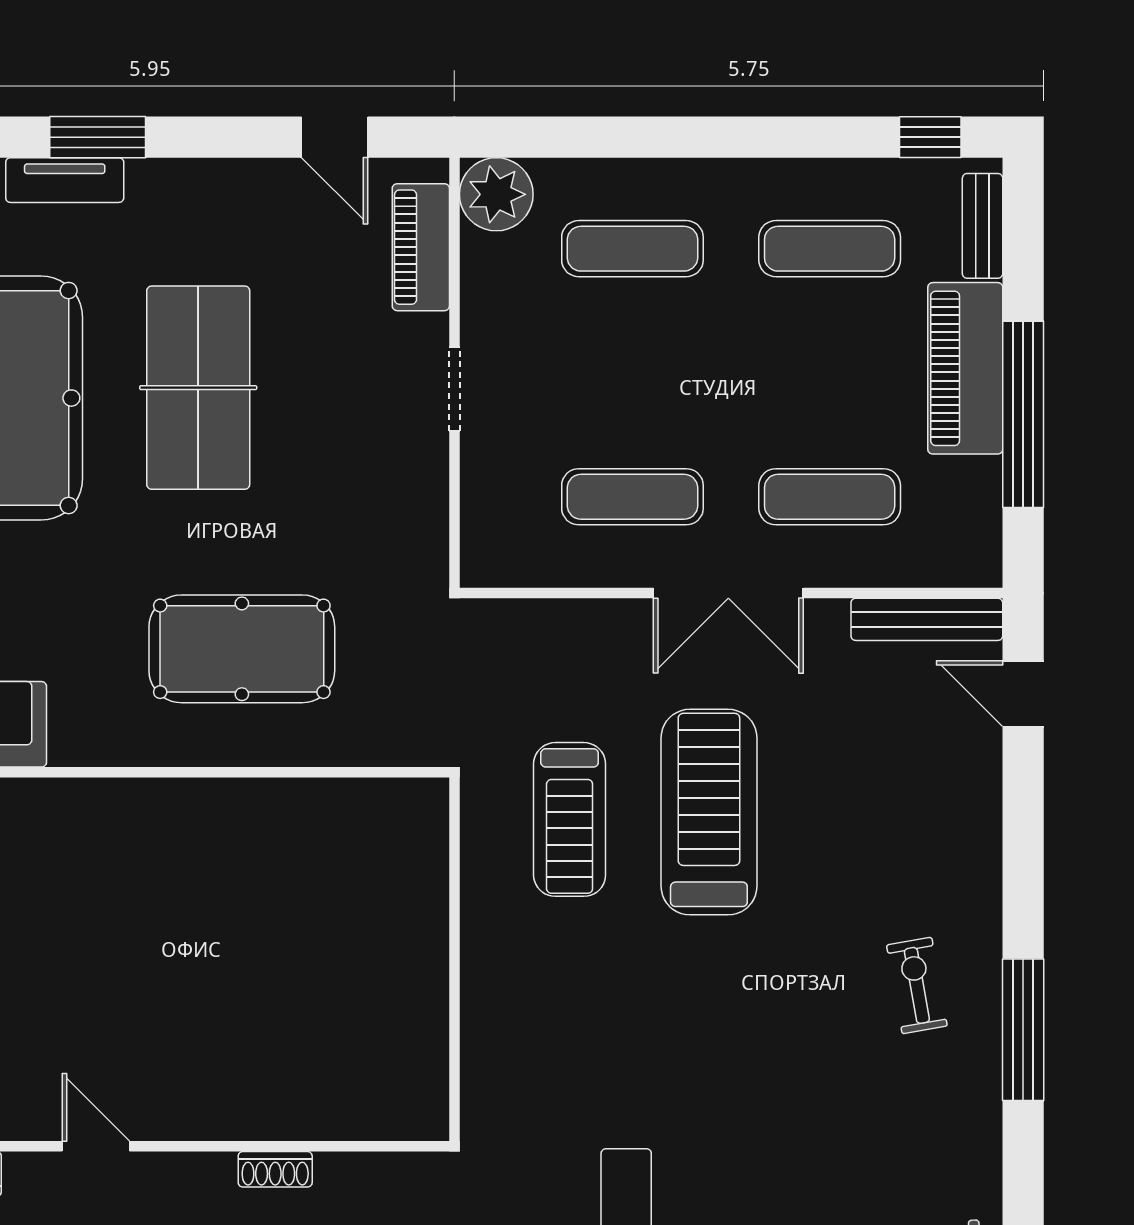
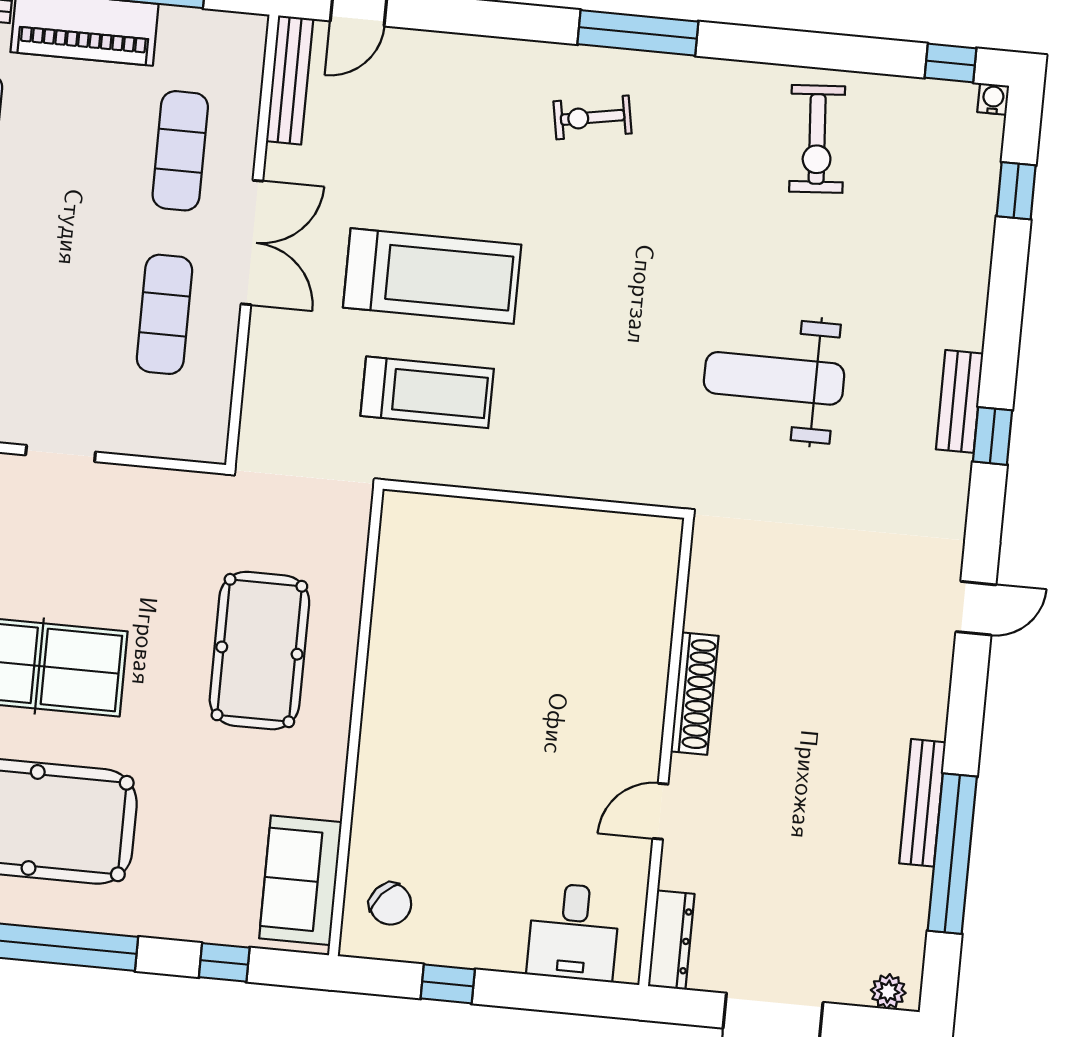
treadmill: (709, 812) -> (432, 276), turned 180
shoe rack: (275, 1169) -> (695, 694), width x1.94, depth x1.24

